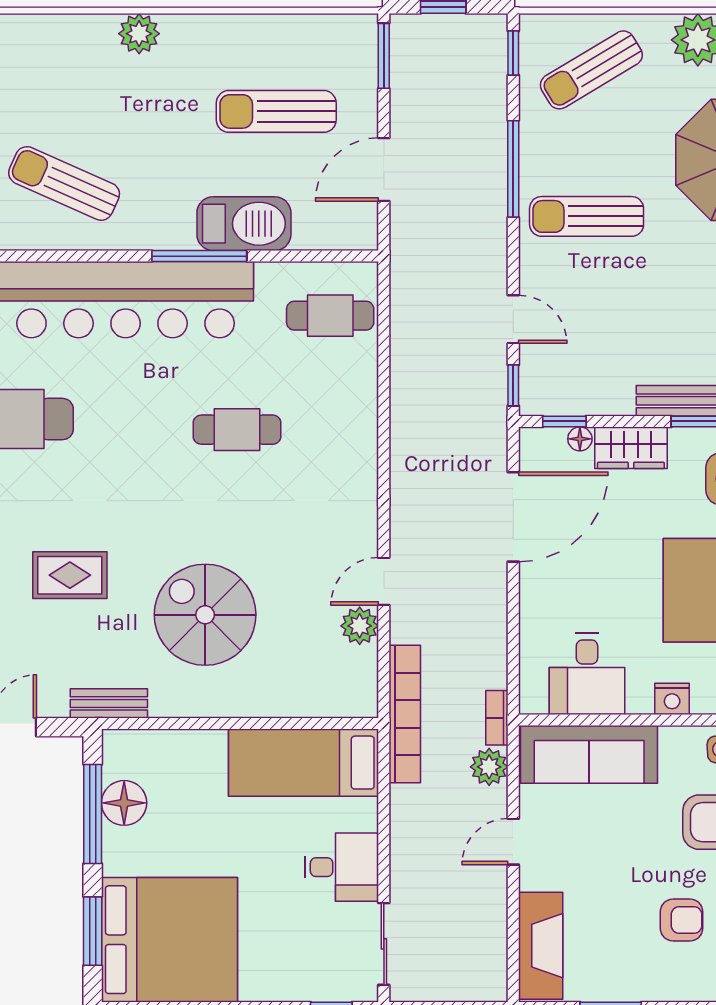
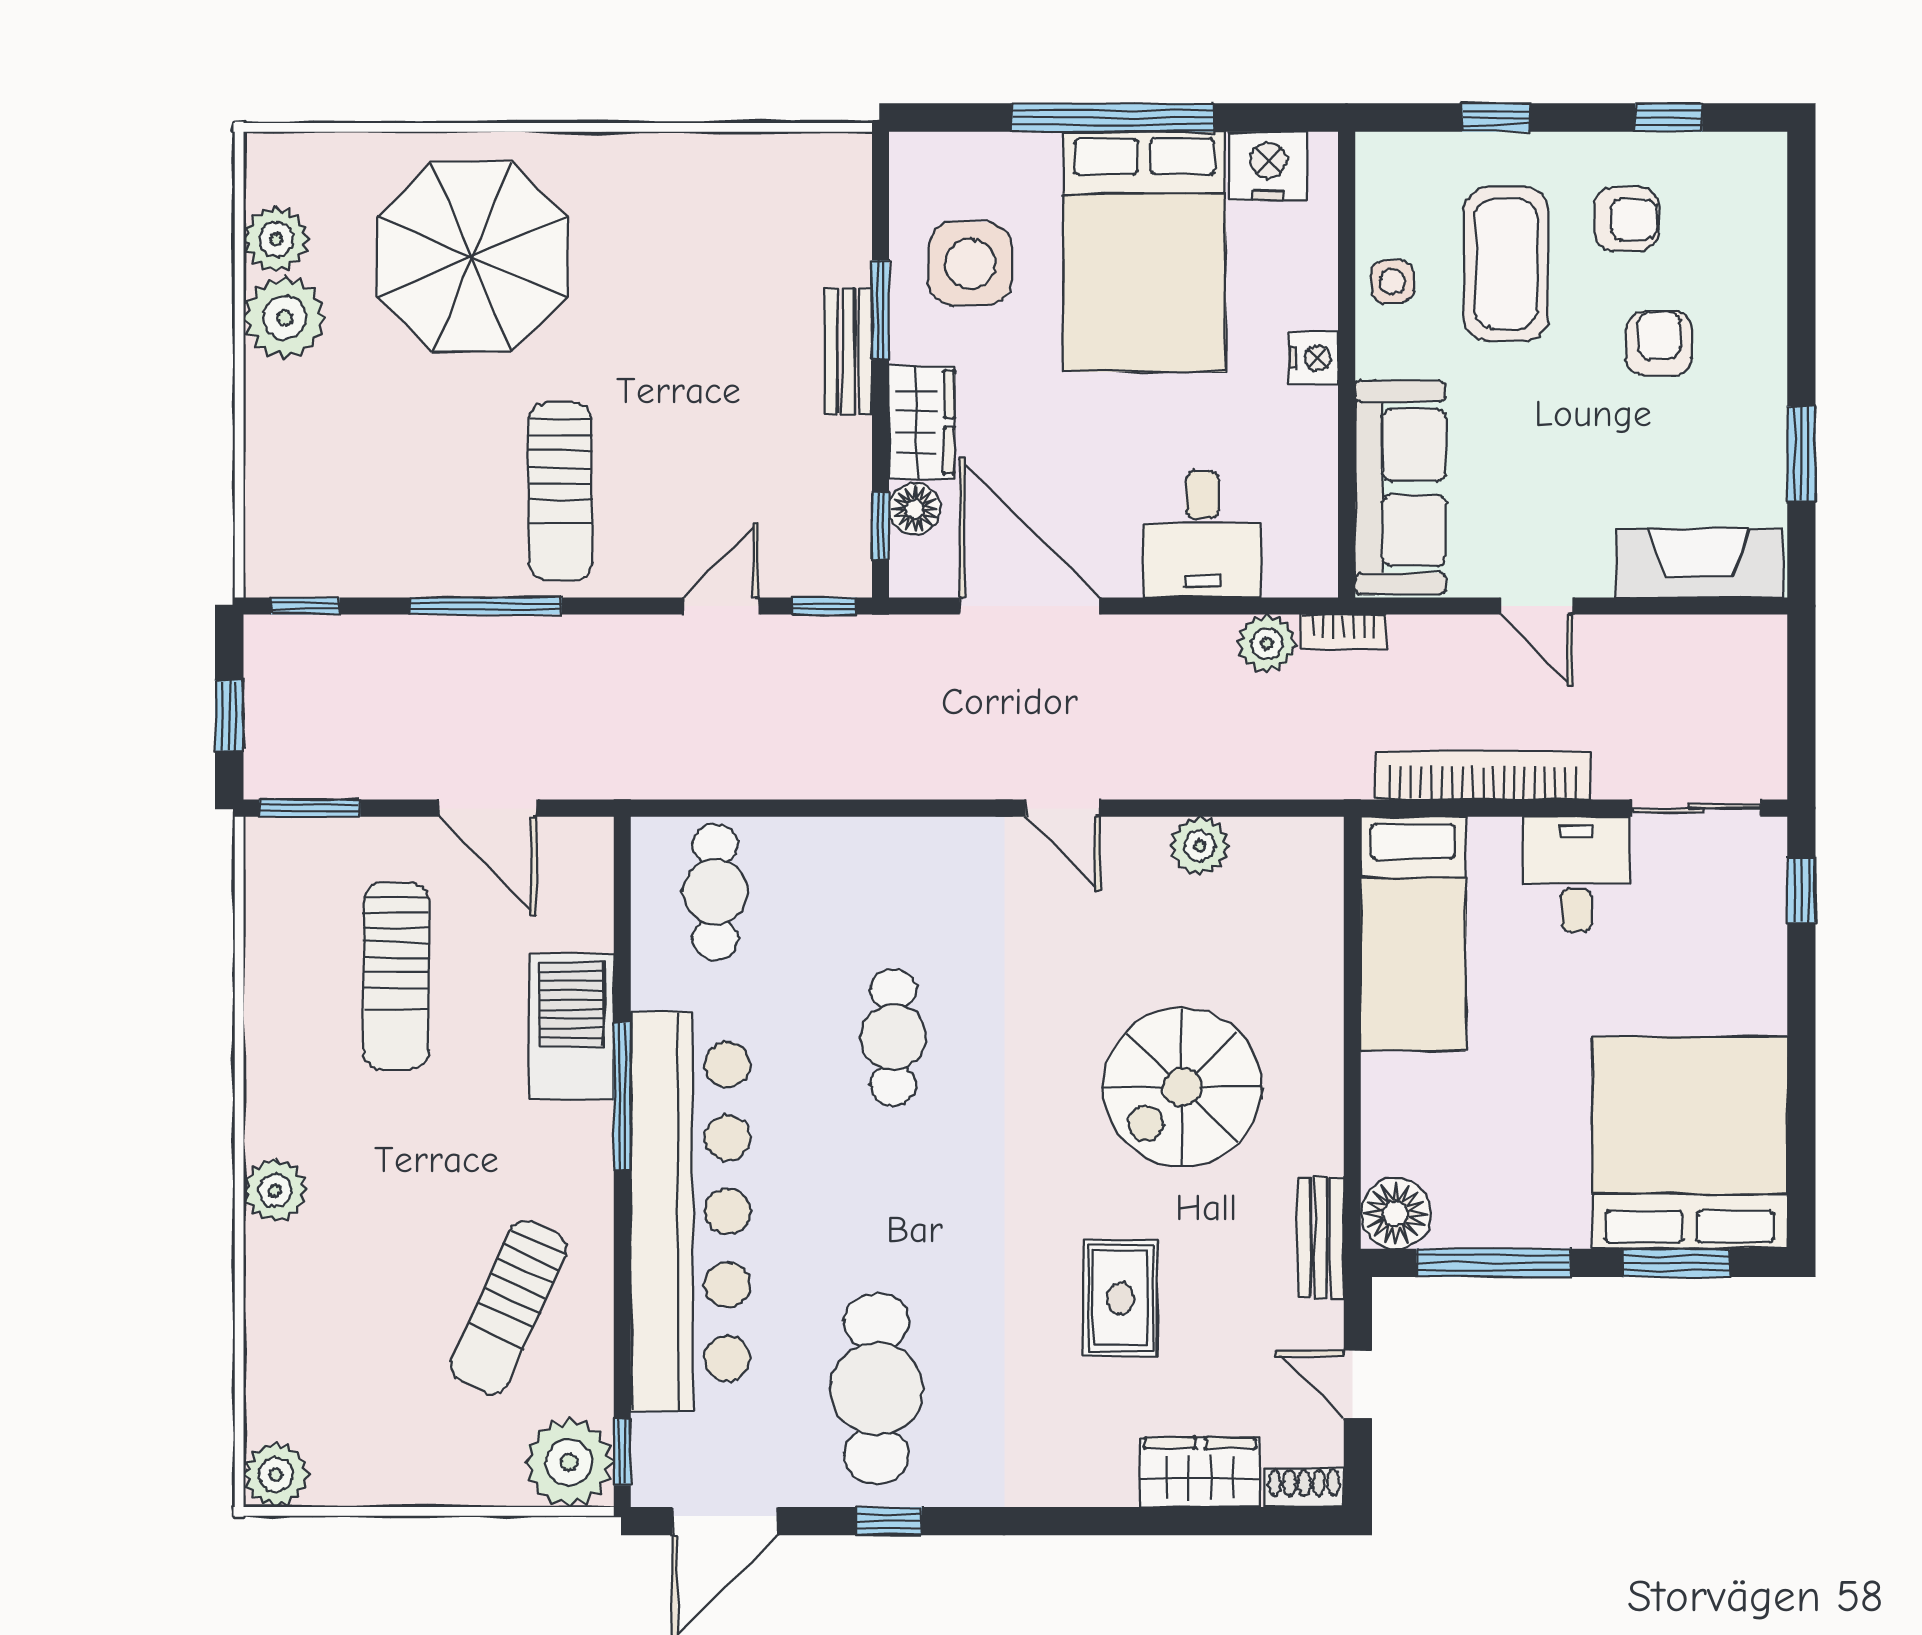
sun lounger: (591, 70) -> (332, 484), removed
floor lamp: (580, 439) -> (915, 509), width x1.37, depth x1.37
door: (384, 581) -> (1063, 808), moved
desk: (587, 674) -> (1202, 534), moved, turned 90
bookcase: (405, 714) -> (1483, 775), moved
plant: (489, 767) -> (1267, 644), moved
floor lamp: (124, 803) -> (1396, 1214), moved

